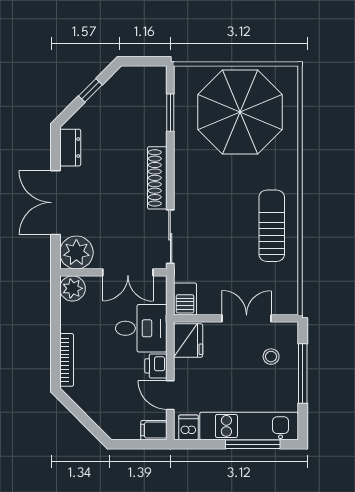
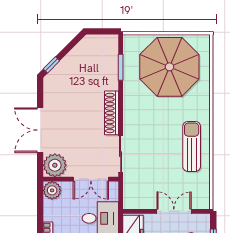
window: (90, 90) -> (51, 65), moved
dresser: (70, 148) -> (50, 92), removed
barbecue: (185, 299) -> (131, 198), removed

